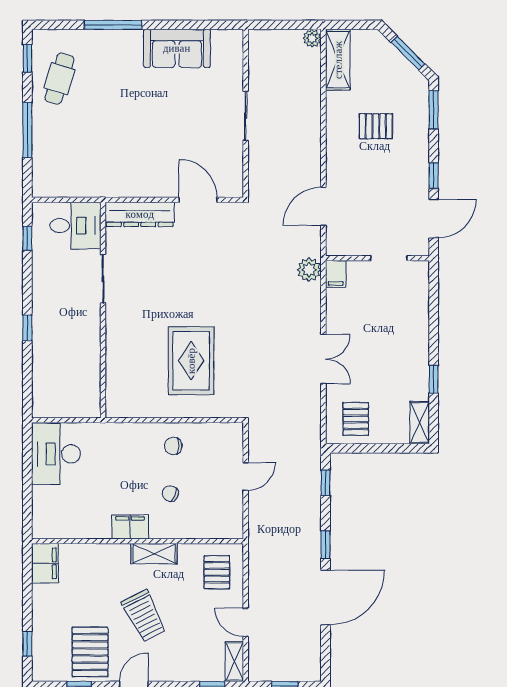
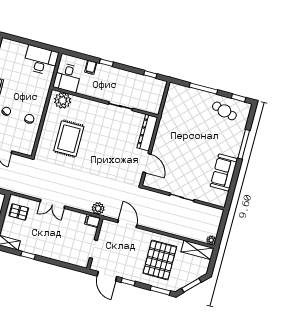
pallet: (376, 126) -> (160, 260), width x2.05, depth x2.00
door: (198, 200) -> (147, 163), hinge flipped
desk: (75, 226) -> (67, 78), moved
filing cabinet: (44, 355) -> (91, 67), added
rug: (191, 361) -> (69, 139), turned 90
plant: (121, 392) -> (63, 100), added

